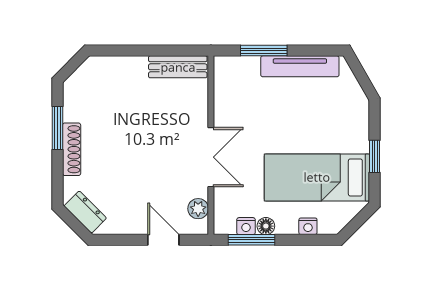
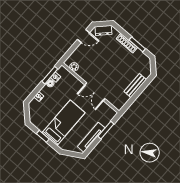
bench: (178, 67) -> (135, 86), moved
double door: (211, 157) -> (95, 92), moved
bed: (317, 177) -> (64, 123), moved
door: (163, 240) -> (83, 36), moved

